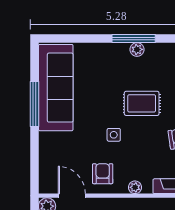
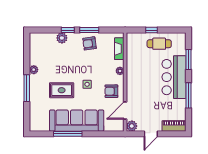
window: (134, 38) -> (27, 88), moved
sofa: (56, 88) -> (77, 121), moved
rug: (142, 103) -> (62, 90), moved, turned 90

